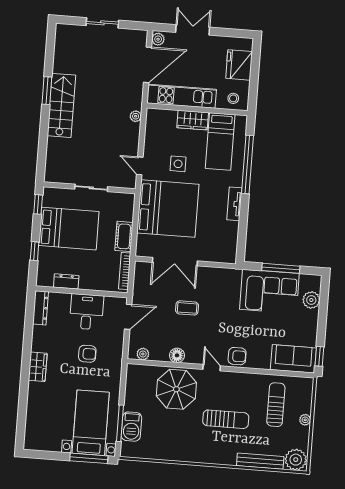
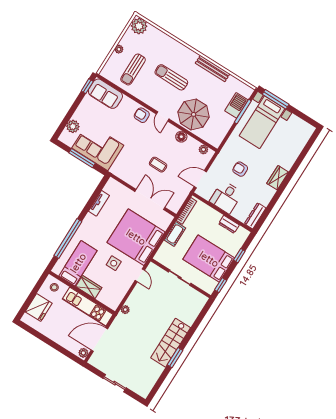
double door: (193, 30) -> (57, 347), removed
tv unit: (234, 204) -> (99, 203), moved
bench: (260, 461) -> (213, 69), moved

